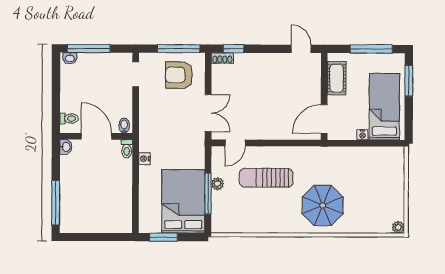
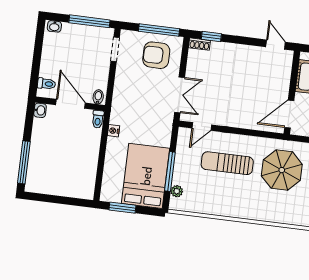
window: (89, 48) -> (89, 21), moved
plant: (218, 184) -> (177, 191), moved
parasol: (323, 205) -> (282, 170), moved

